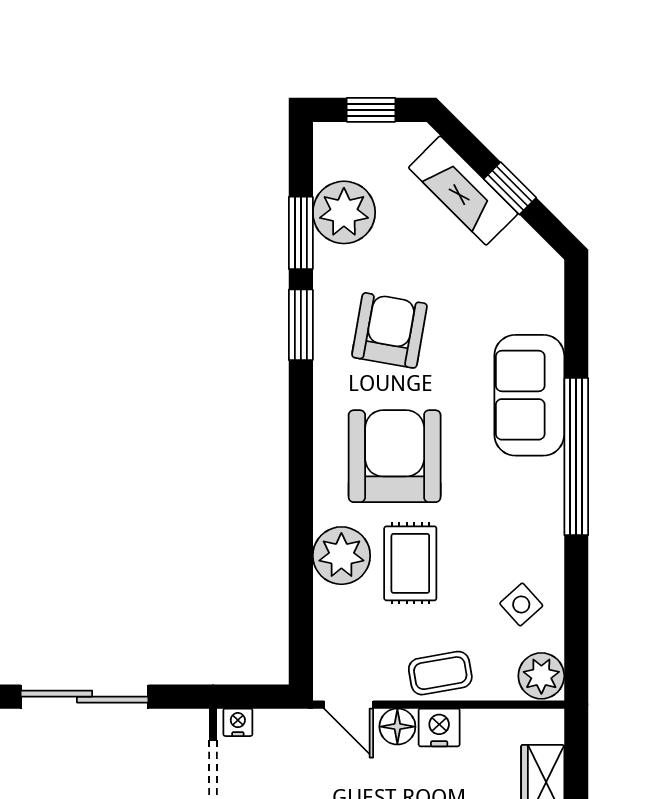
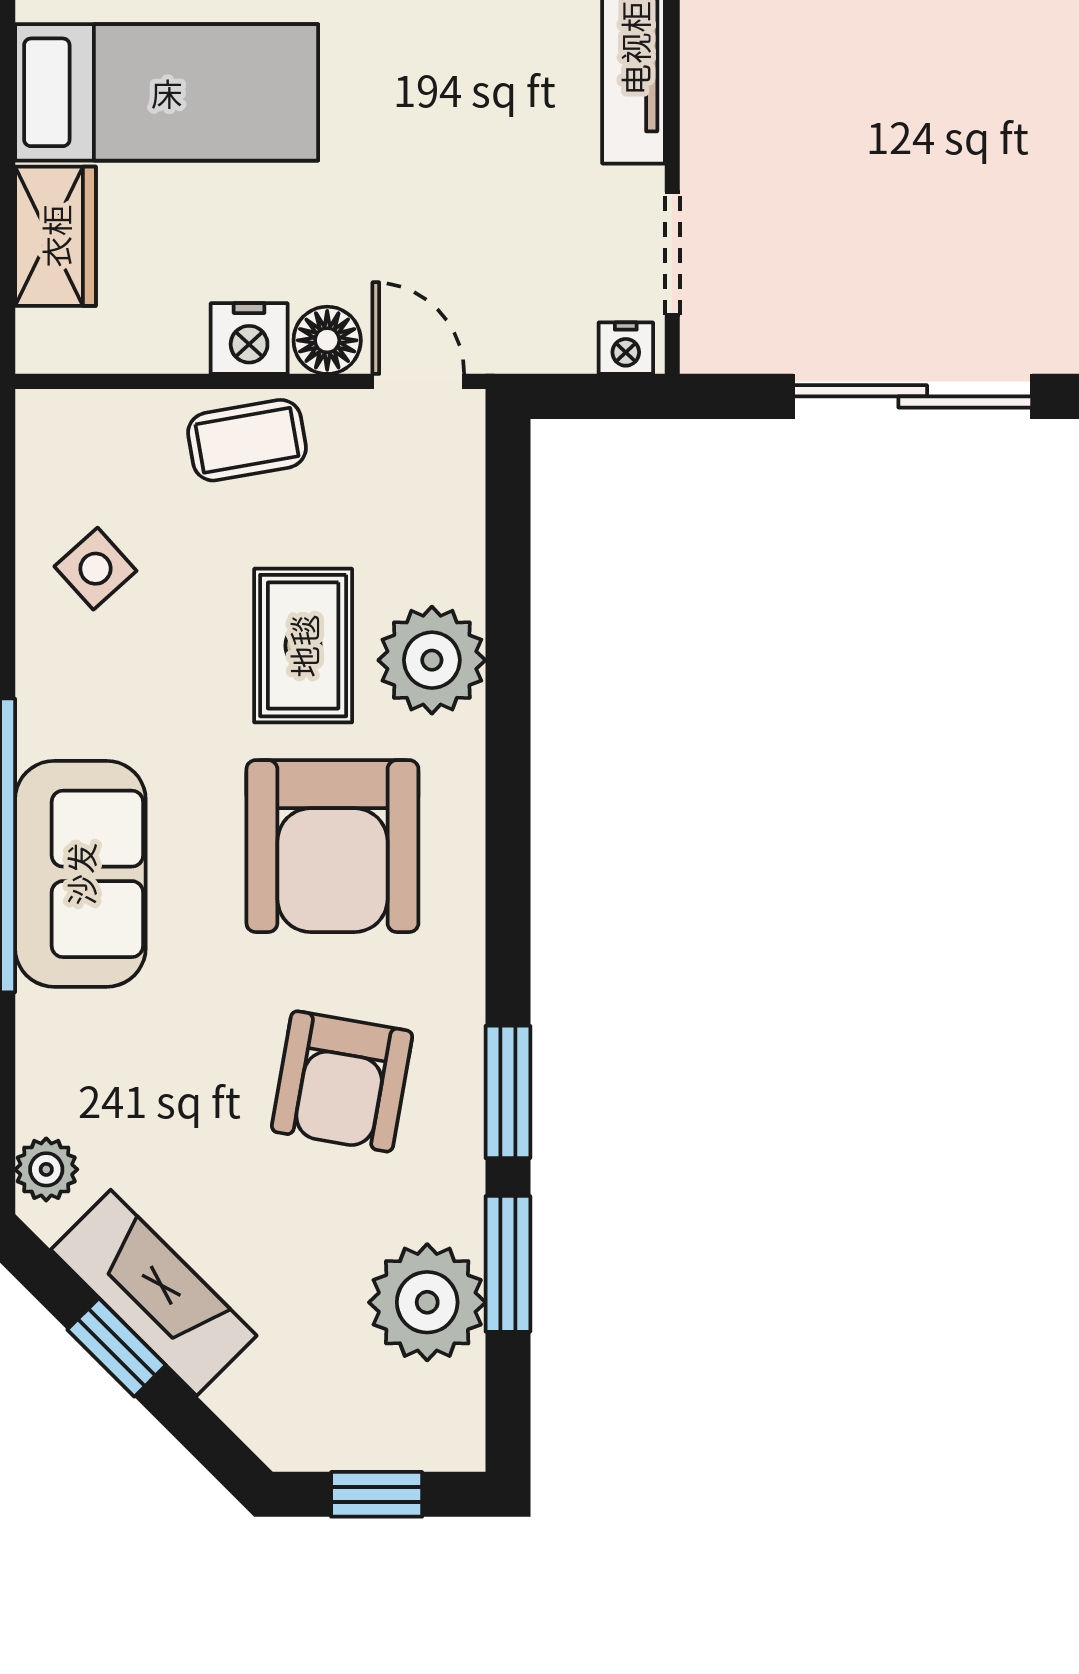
fireplace: (463, 191) -> (154, 1293), moved
sofa: (529, 395) -> (80, 874), moved
plant: (541, 676) -> (46, 1169), moved, width x0.73, depth x0.73

